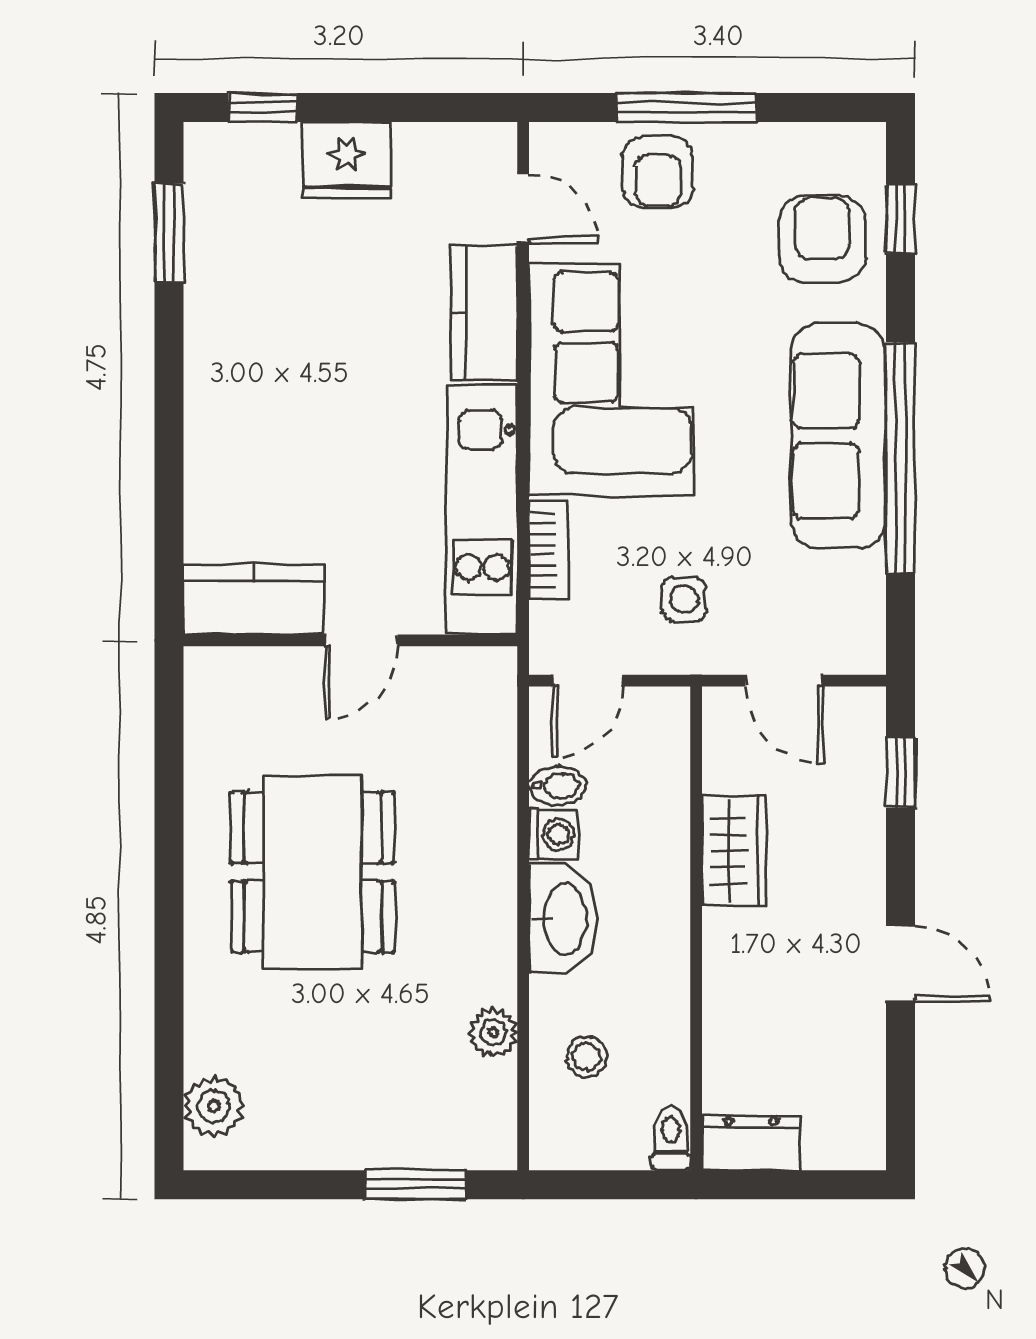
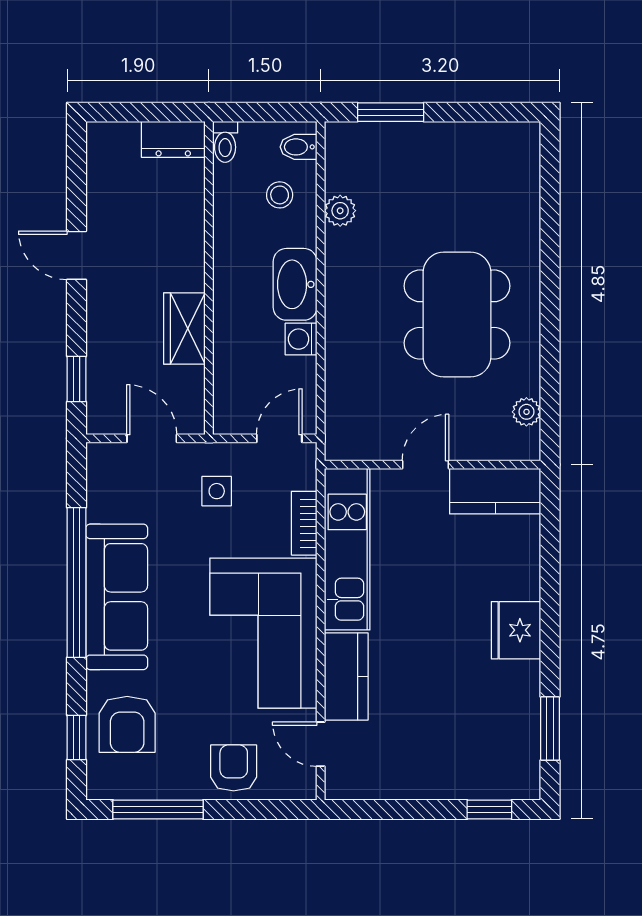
window: (686, 107) -> (158, 810), moved
fridge: (347, 160) -> (516, 630), moved, turned -90
bidet: (558, 786) -> (298, 147), moved
plant: (214, 1106) -> (526, 412), moved, width x0.73, depth x0.73

